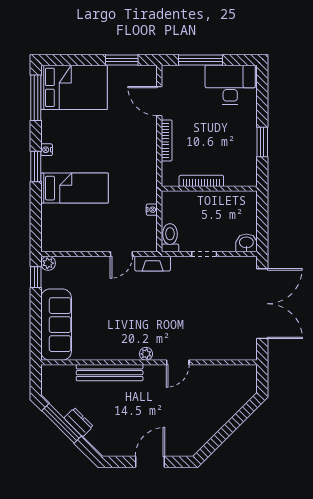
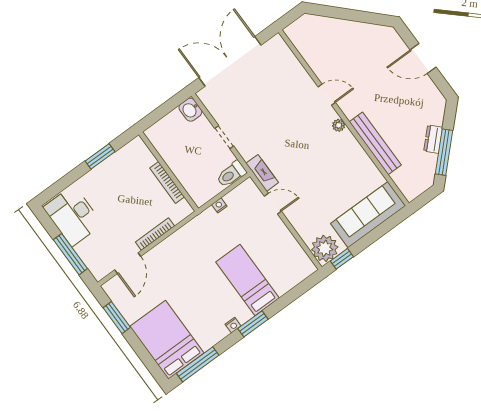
plant: (48, 263) -> (325, 248), width x1.88, depth x1.88

